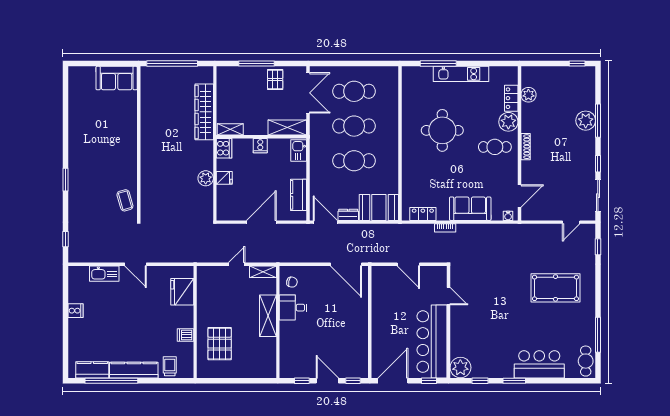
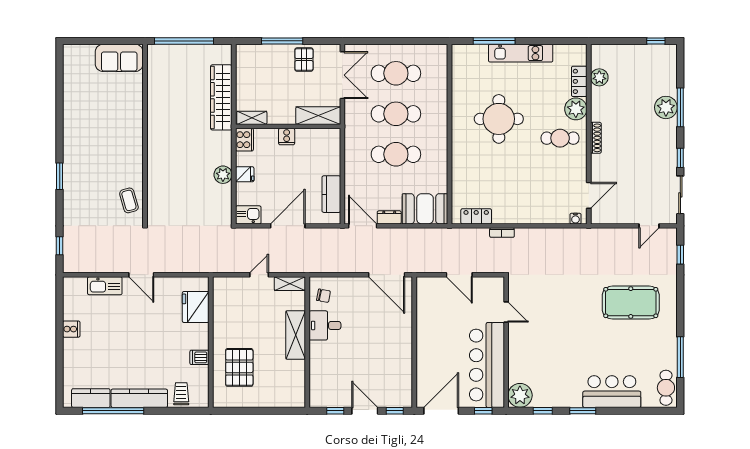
kitchen sink: (299, 151) -> (248, 215), moved, turned 90
sofa: (470, 209) -> (531, 210), removed

